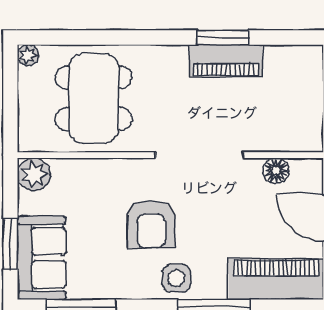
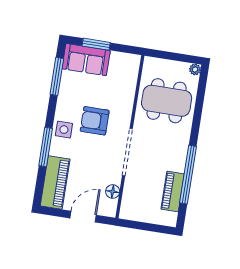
window: (223, 38) -> (188, 175), width x2.11
piano: (226, 61) -> (173, 191), moved
plant: (34, 174) -> (131, 63), removed

